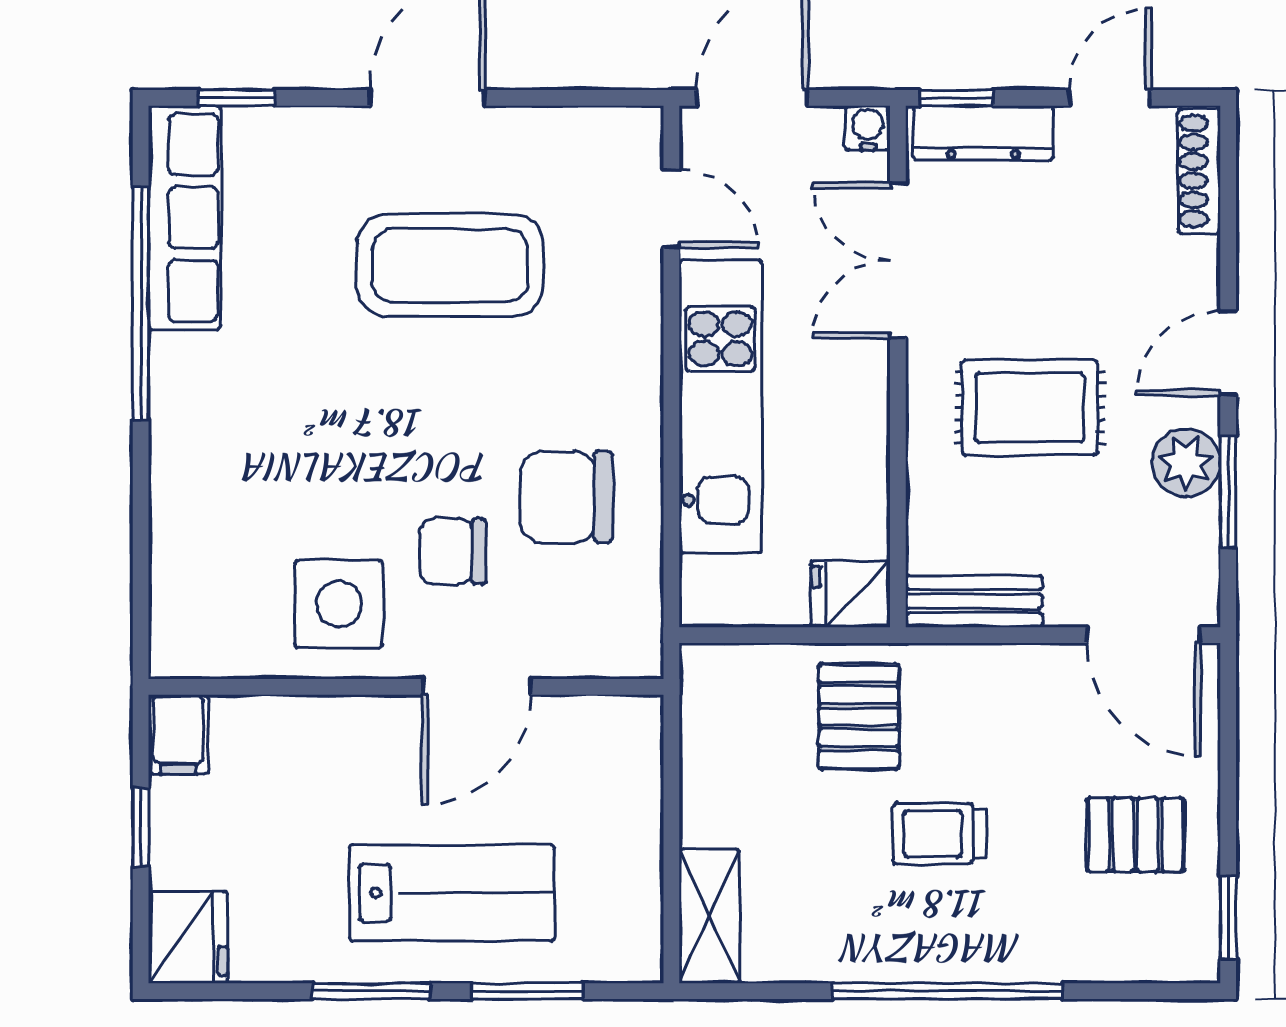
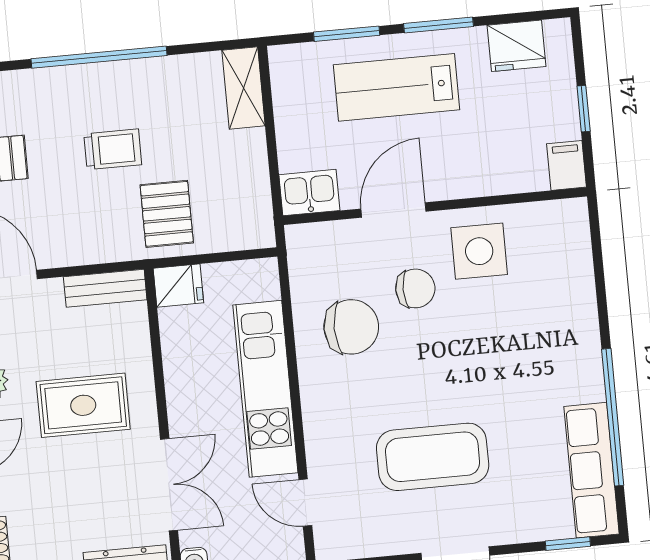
kitchen sink: (615, 730) -> (309, 193), added
fridge: (188, 937) -> (516, 46), moved, turned -90

